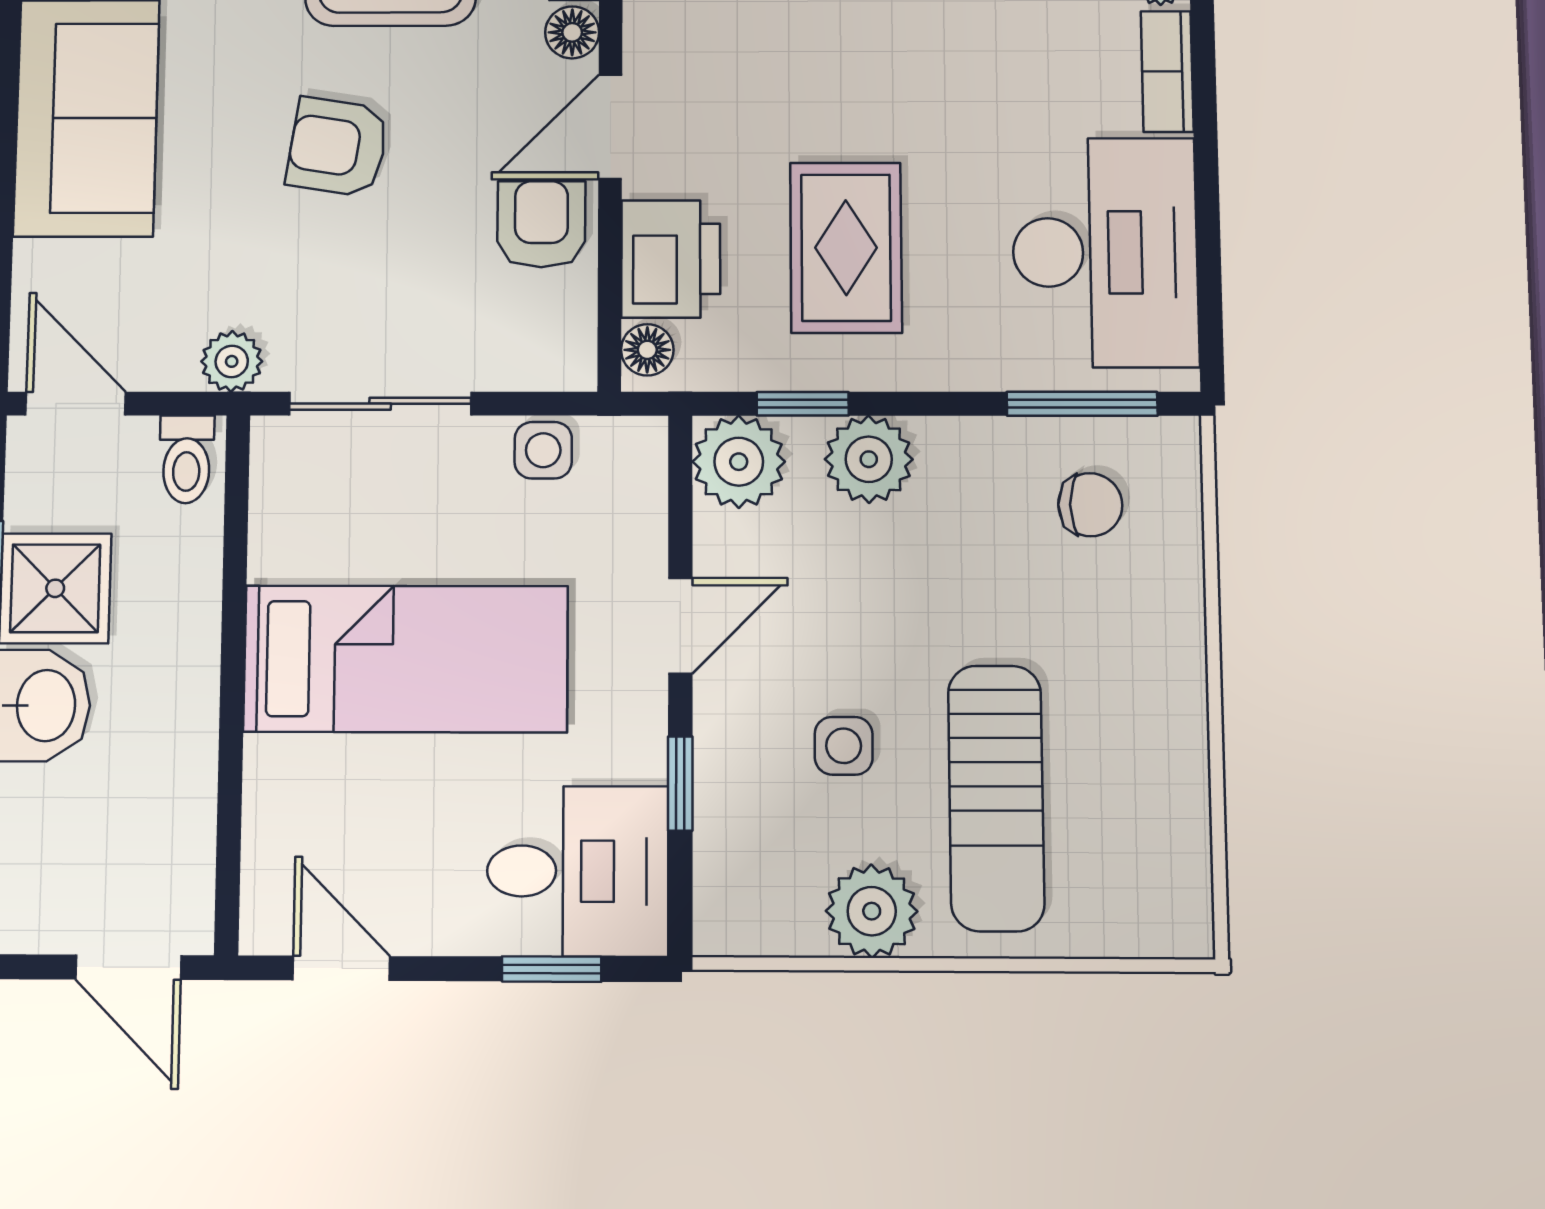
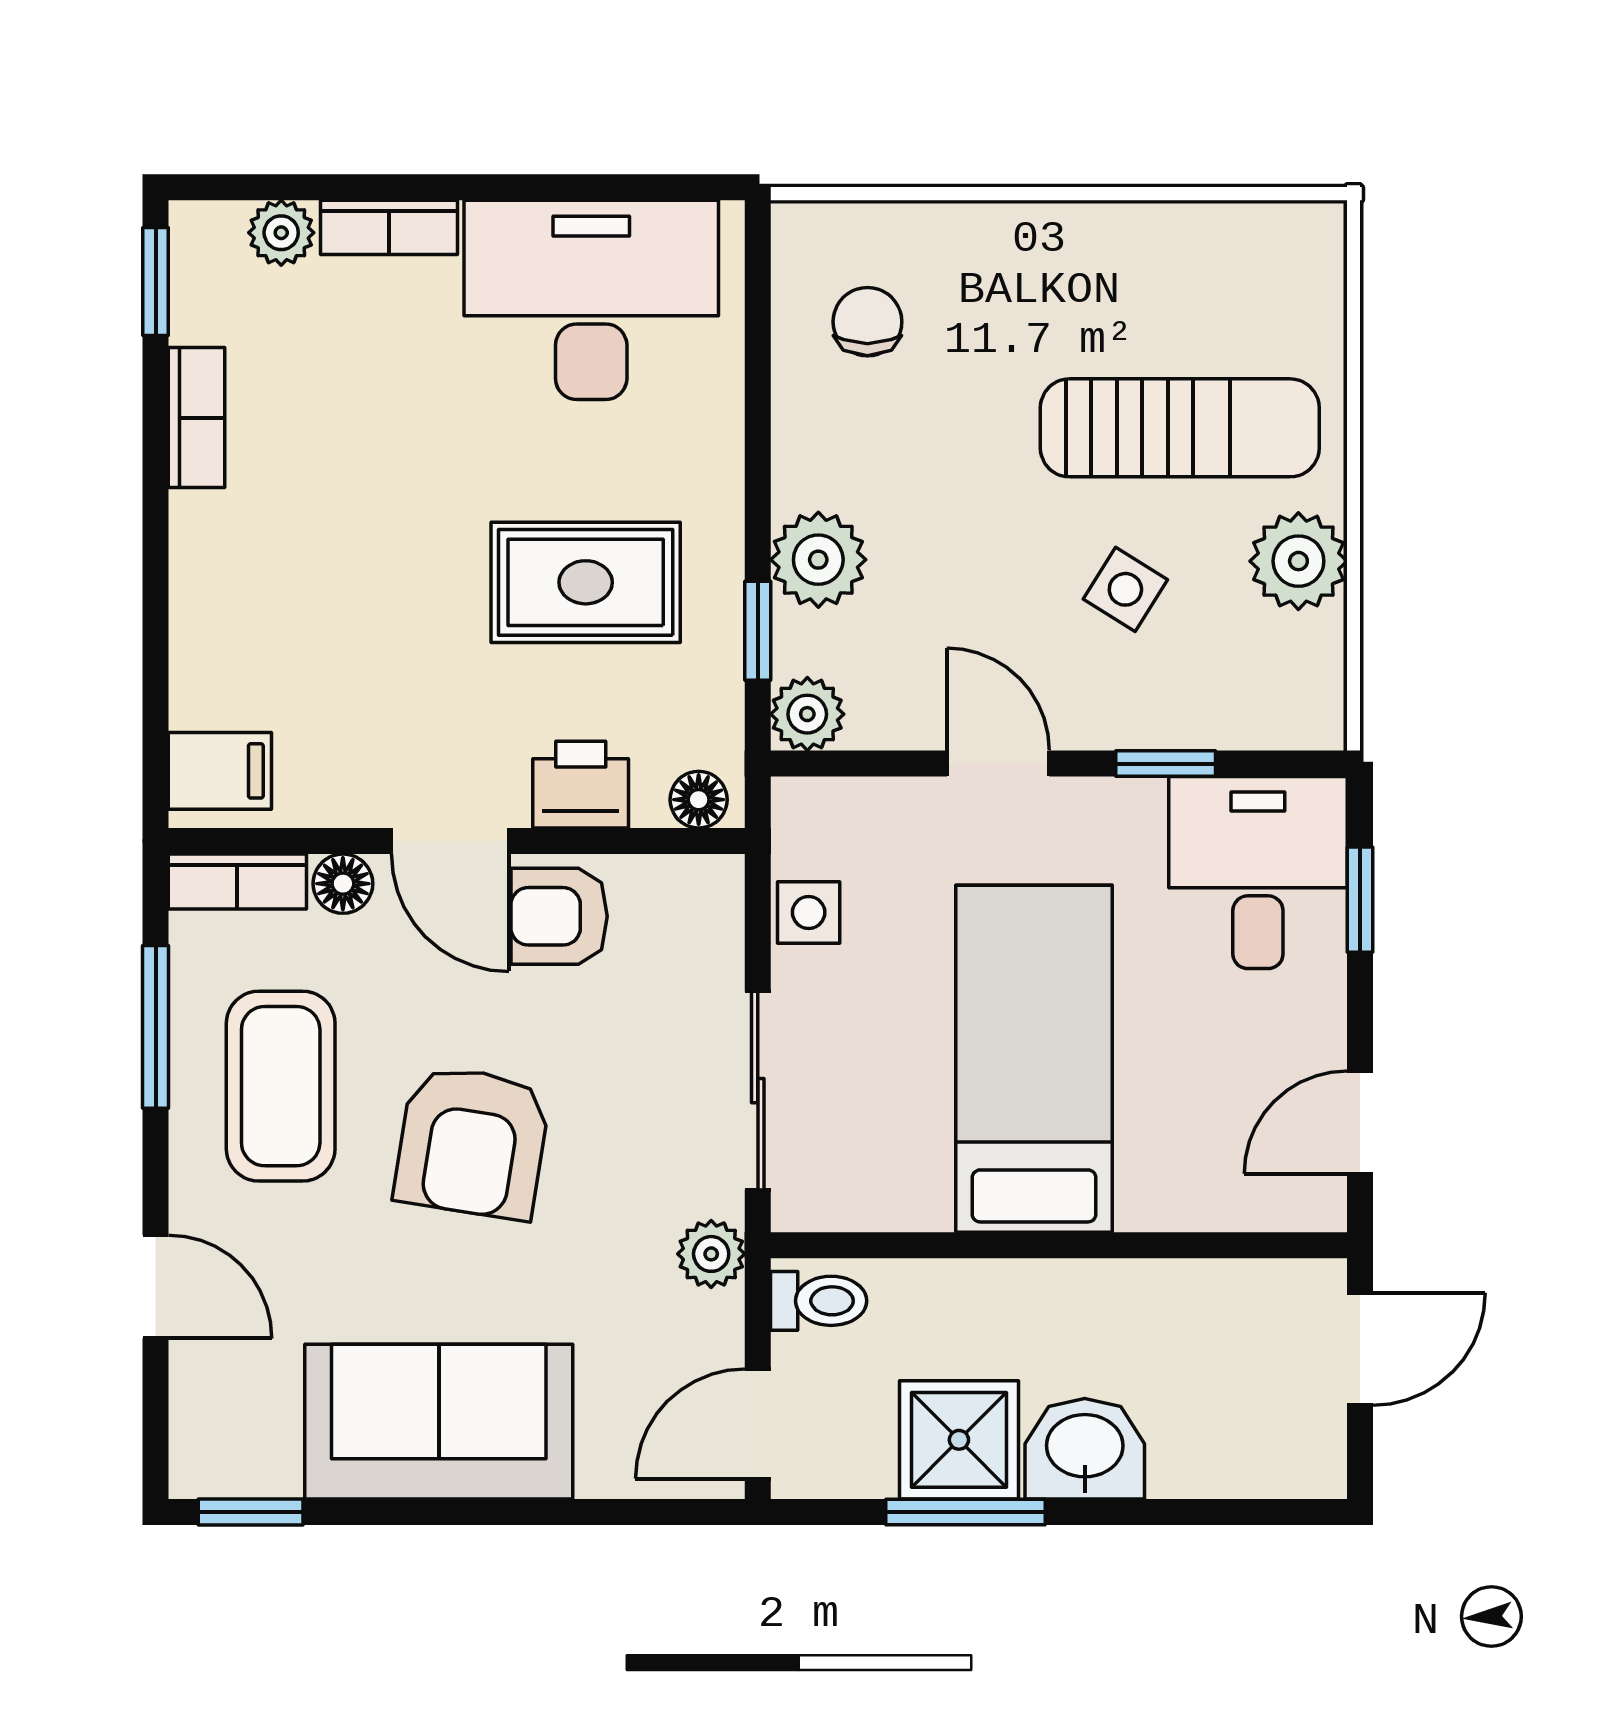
armchair: (338, 147) -> (472, 1142), width x1.38, depth x1.38
printer: (671, 259) -> (581, 785), width x0.73, depth x0.81
window: (1082, 404) -> (758, 328), removed
plant: (739, 462) -> (807, 714), width x0.73, depth x0.73
side table: (844, 746) -> (1125, 589), turned 32

